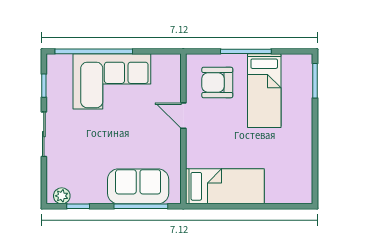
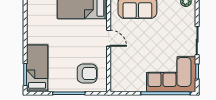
corner sofa: (112, 81) -> (171, 74), moved
bed: (264, 91) -> (37, 68), moved
door: (183, 116) -> (109, 38), moved

